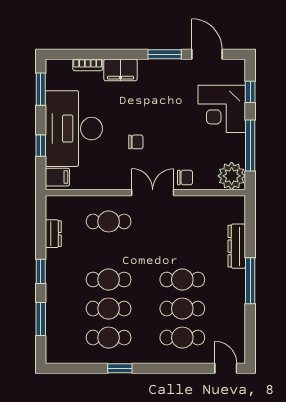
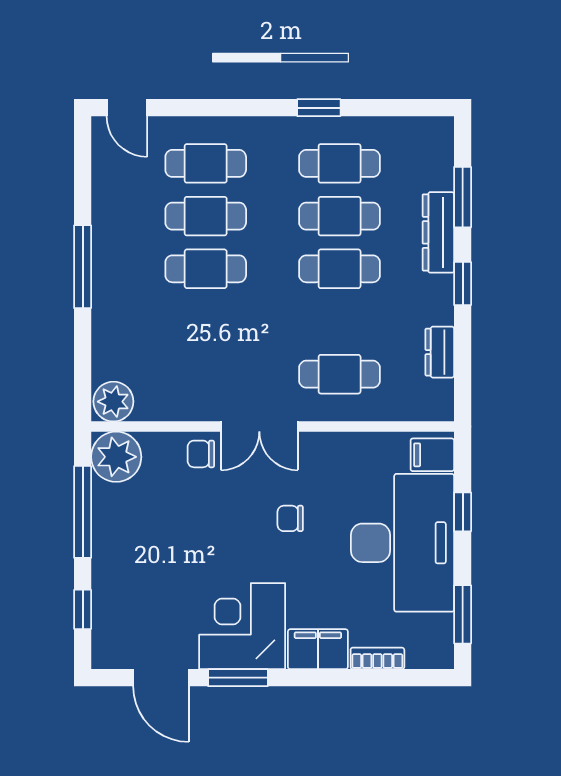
corner desk: (222, 109) -> (242, 626), moved, turned -90
plant: (233, 206) -> (113, 402), added
dresser: (237, 246) -> (438, 232), moved, turned 180

